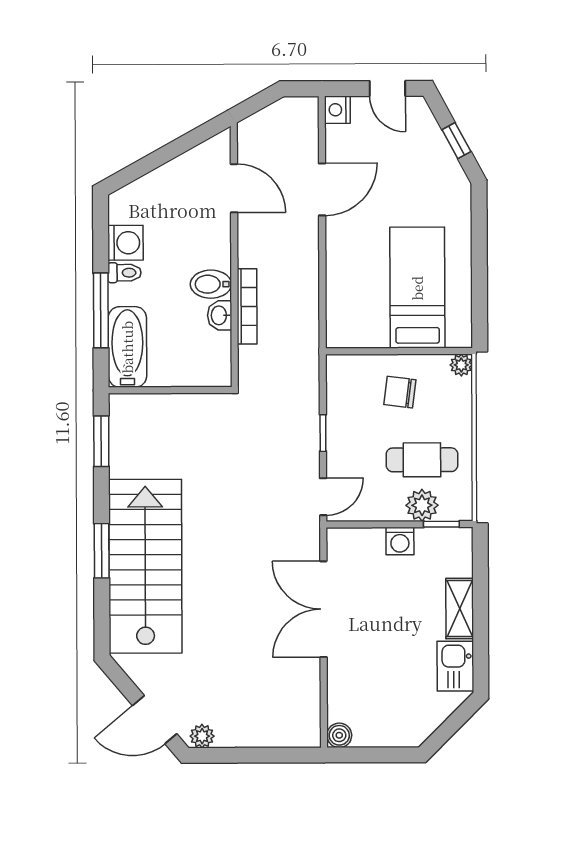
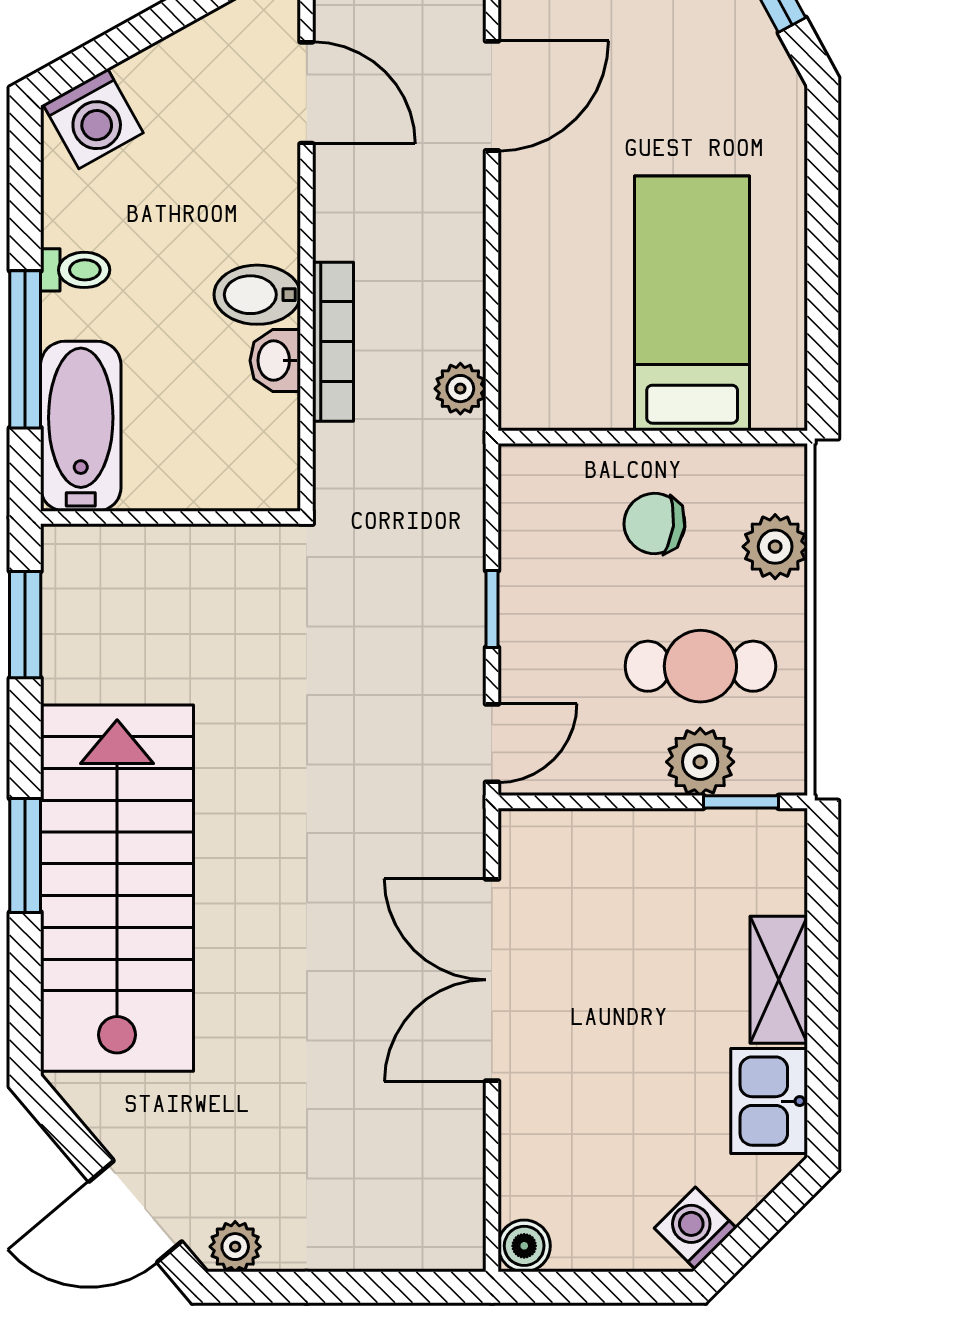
washing machine: (125, 243) -> (93, 119), moved, turned 61
plant: (308, 328) -> (460, 389), added
plant: (461, 365) -> (775, 547), moved, width x1.38, depth x1.38
washing machine: (400, 541) -> (695, 1228), moved, turned 135

